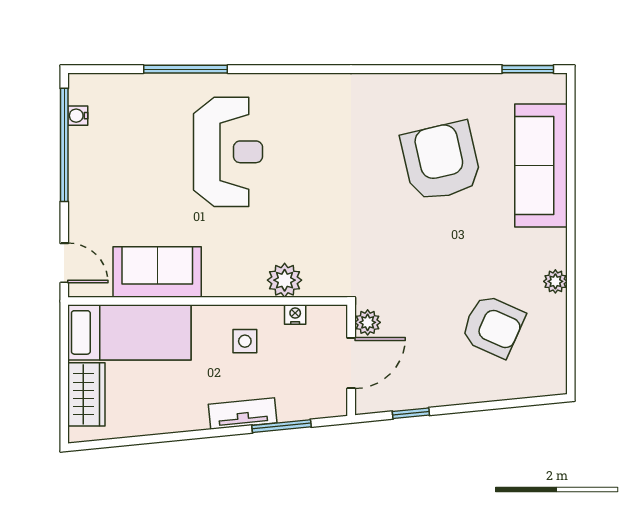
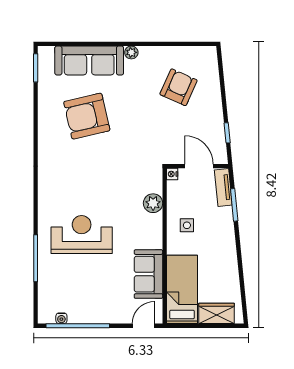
plant: (555, 281) -> (131, 52), moved
nightstand: (295, 315) -> (172, 174), moved
plant: (368, 322) -> (176, 157), removed
tv unit: (243, 413) -> (223, 187), moved

